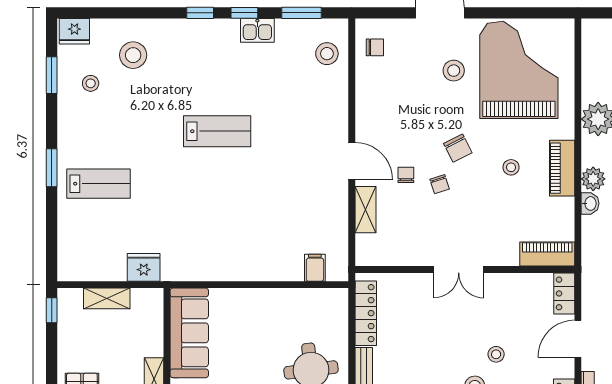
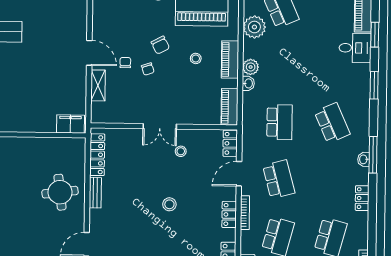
piano: (547, 254) -> (229, 107), moved, turned -90
filing cabinet: (315, 268) -> (70, 124), width x2.00
stool: (496, 354) -> (181, 151), moved

